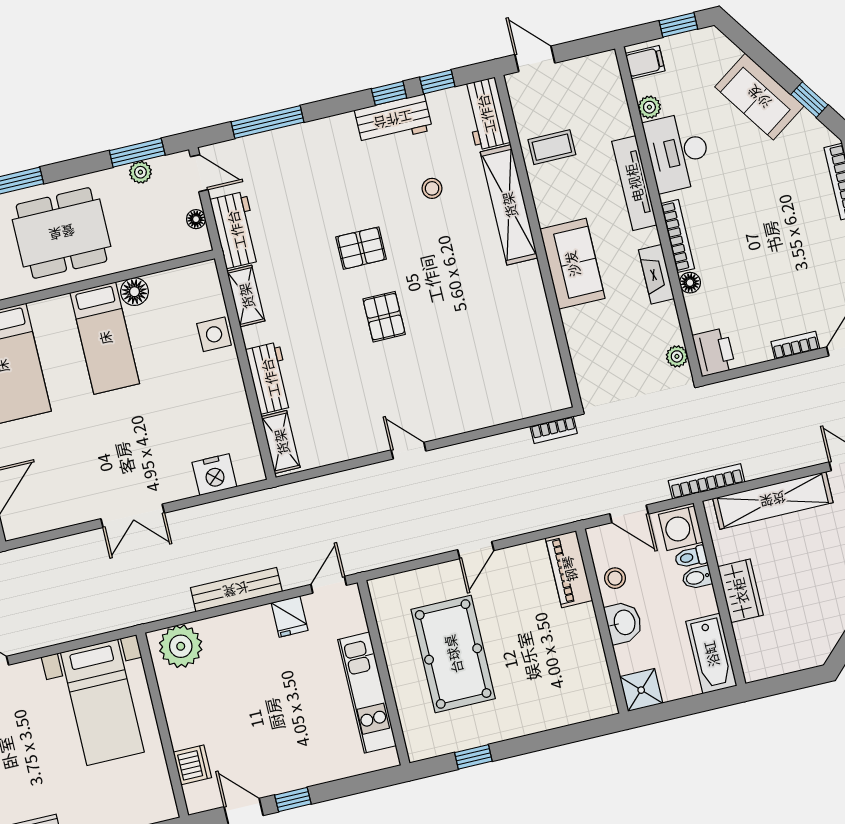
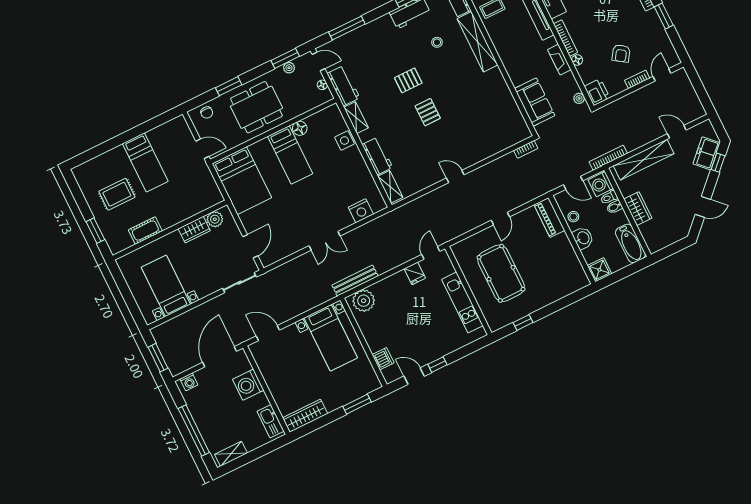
sofa: (572, 264) -> (535, 102), moved
armchair: (776, 289) -> (621, 53), added
bench: (236, 590) -> (355, 281), moved

